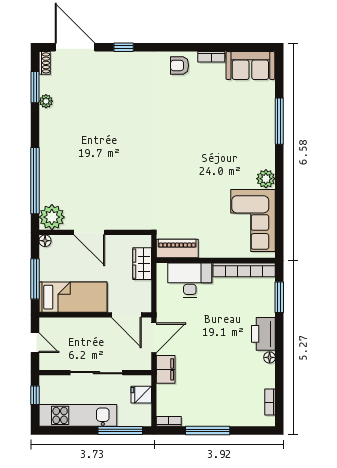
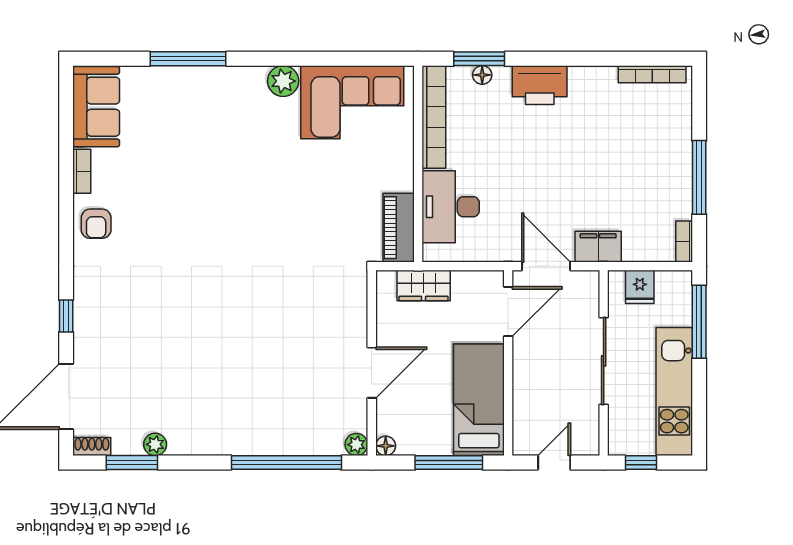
plant: (52, 217) -> (356, 445), width x0.53, depth x0.53
floor lamp: (270, 357) -> (482, 75), moved
bookcase: (270, 402) -> (652, 74), width x1.56

